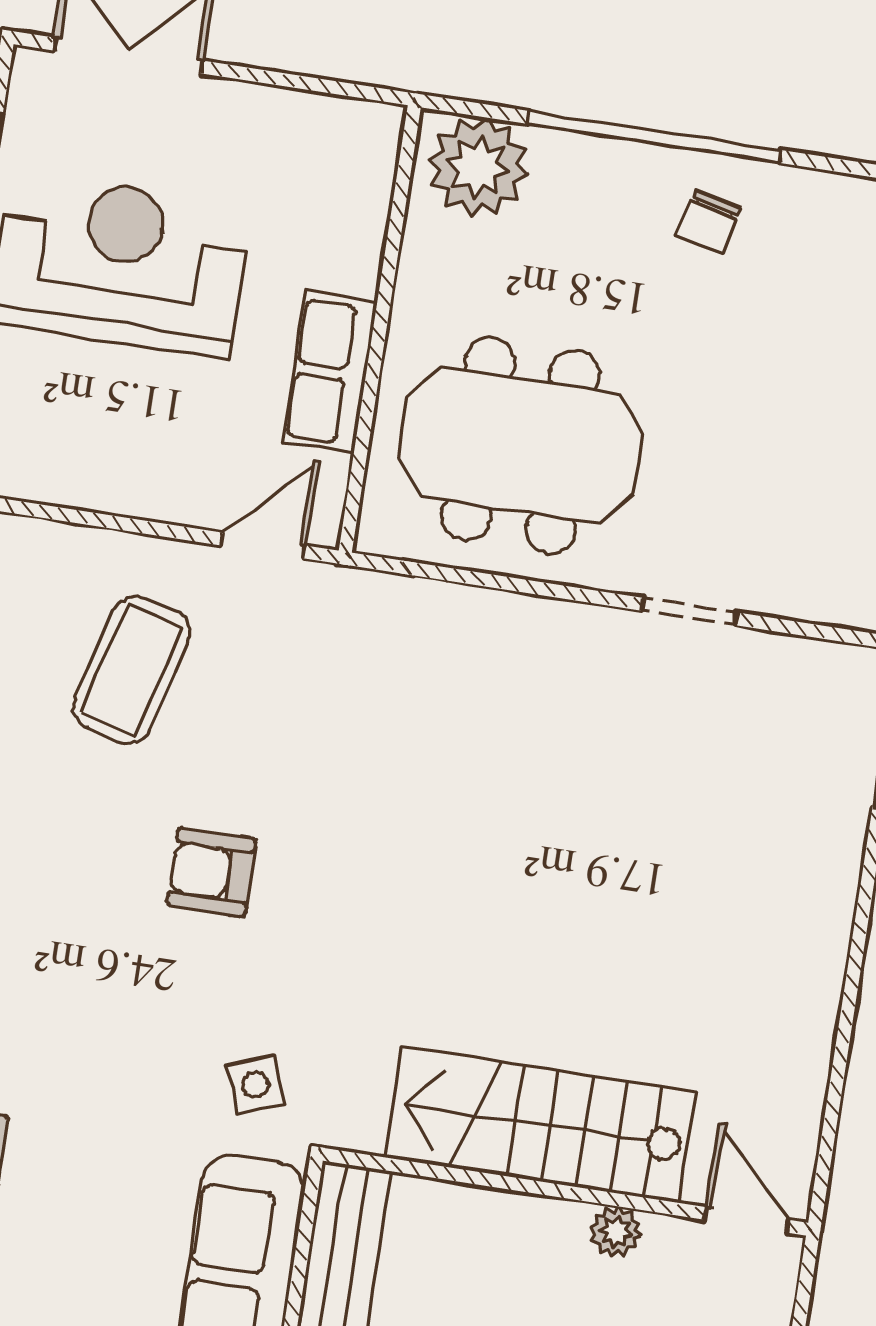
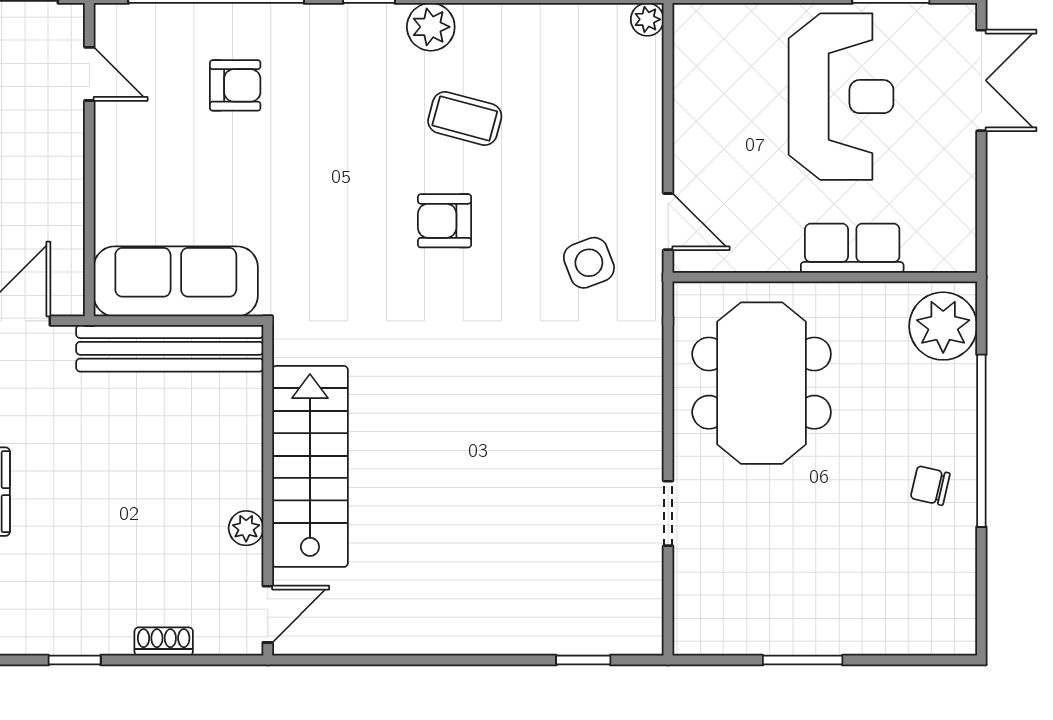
row of seats: (330, 372) -> (852, 248), moved
coffee table: (132, 670) -> (465, 118), moved, width x0.73, depth x0.77
armchair: (211, 872) -> (445, 221), turned -90
side table: (255, 1084) -> (589, 263), moved, width x1.37, depth x1.37

